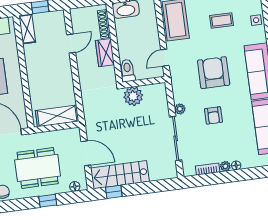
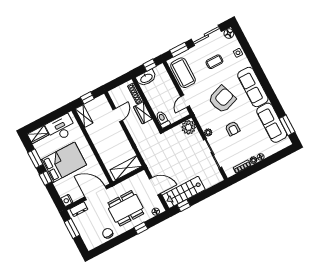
armchair: (214, 73) -> (222, 99), turned 71
plant: (133, 96) -> (189, 127), moved

